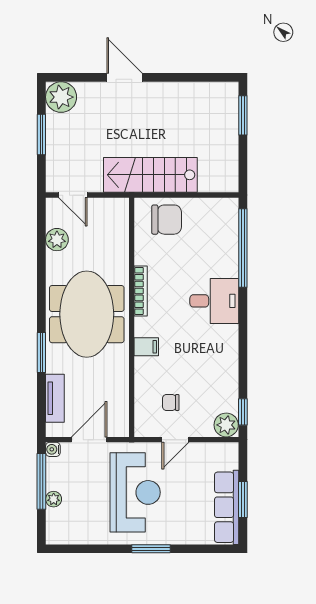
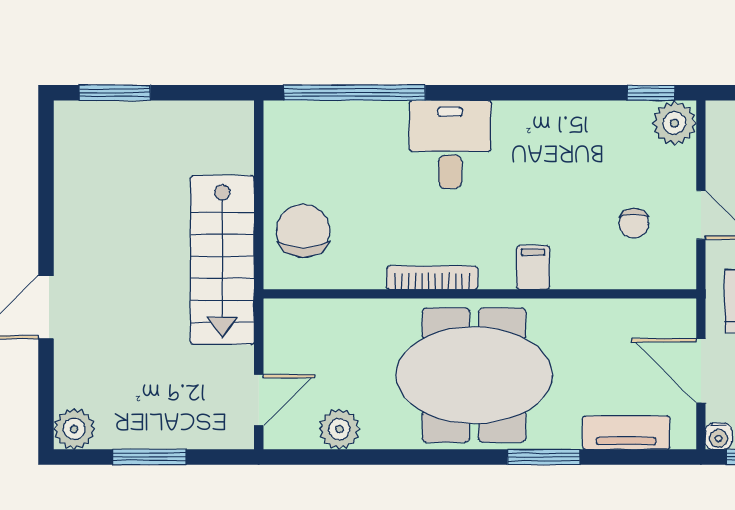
plant: (61, 97) -> (74, 429), width x0.73, depth x0.73

